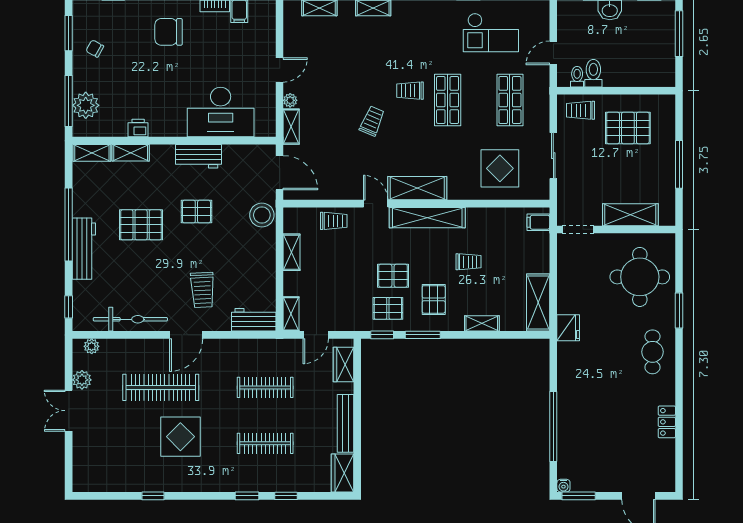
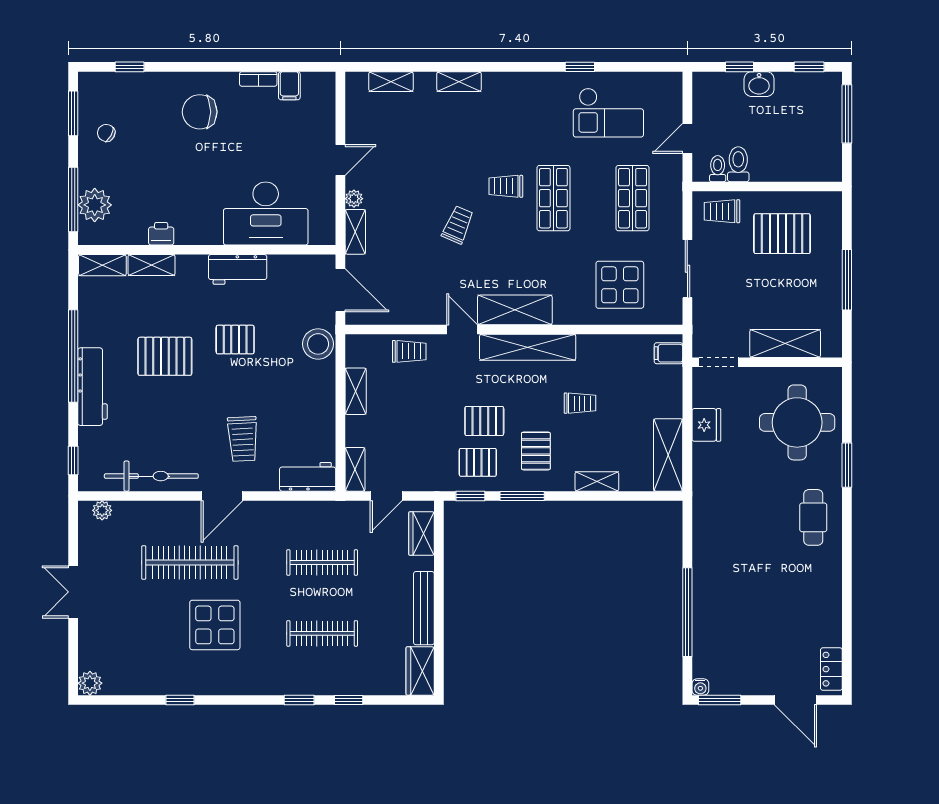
fridge: (568, 328) -> (706, 425), moved
plant: (82, 380) -> (90, 683), moved
locker: (667, 422) -> (831, 669), moved

